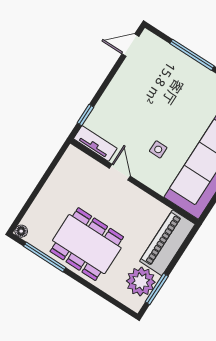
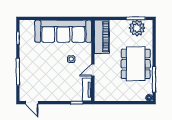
piano: (167, 243) -> (102, 37), moved, turned -90

